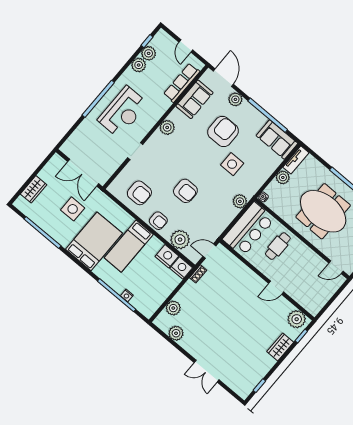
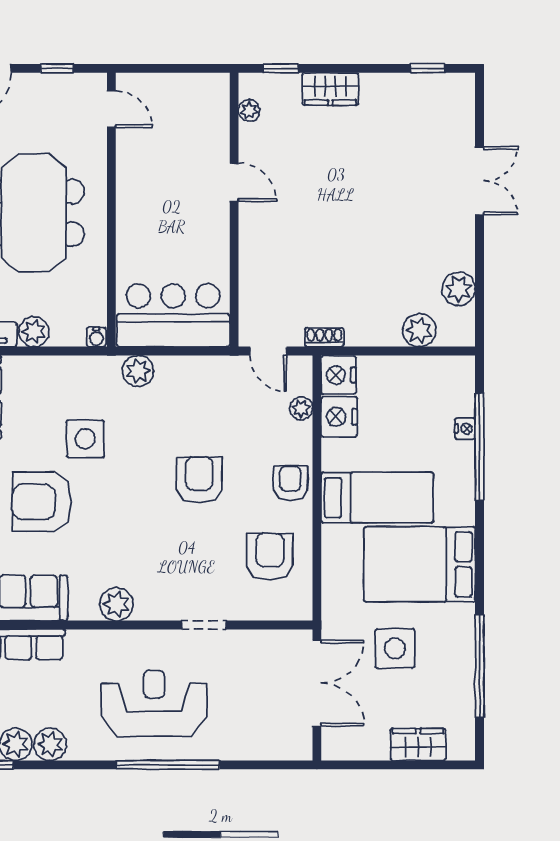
plant: (180, 240) -> (301, 408), width x0.53, depth x0.53
cafe table: (278, 246) -> (160, 240), removed
plant: (297, 319) -> (249, 110), width x0.53, depth x0.53

